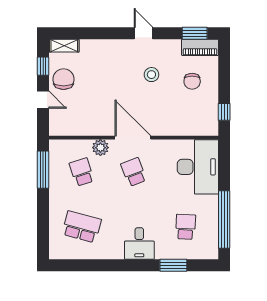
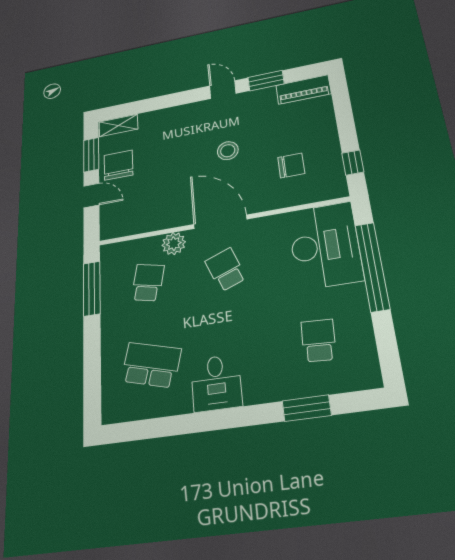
window: (195, 33) -> (266, 81), moved
window: (43, 66) -> (91, 155), width x1.50
stool: (151, 75) -> (228, 151), moved
chair: (192, 81) -> (291, 165), moved, turned -90
school desk: (82, 172) -> (148, 283), turned 30
window: (224, 220) -> (372, 266), moved
desk: (139, 244) -> (216, 383), moved

